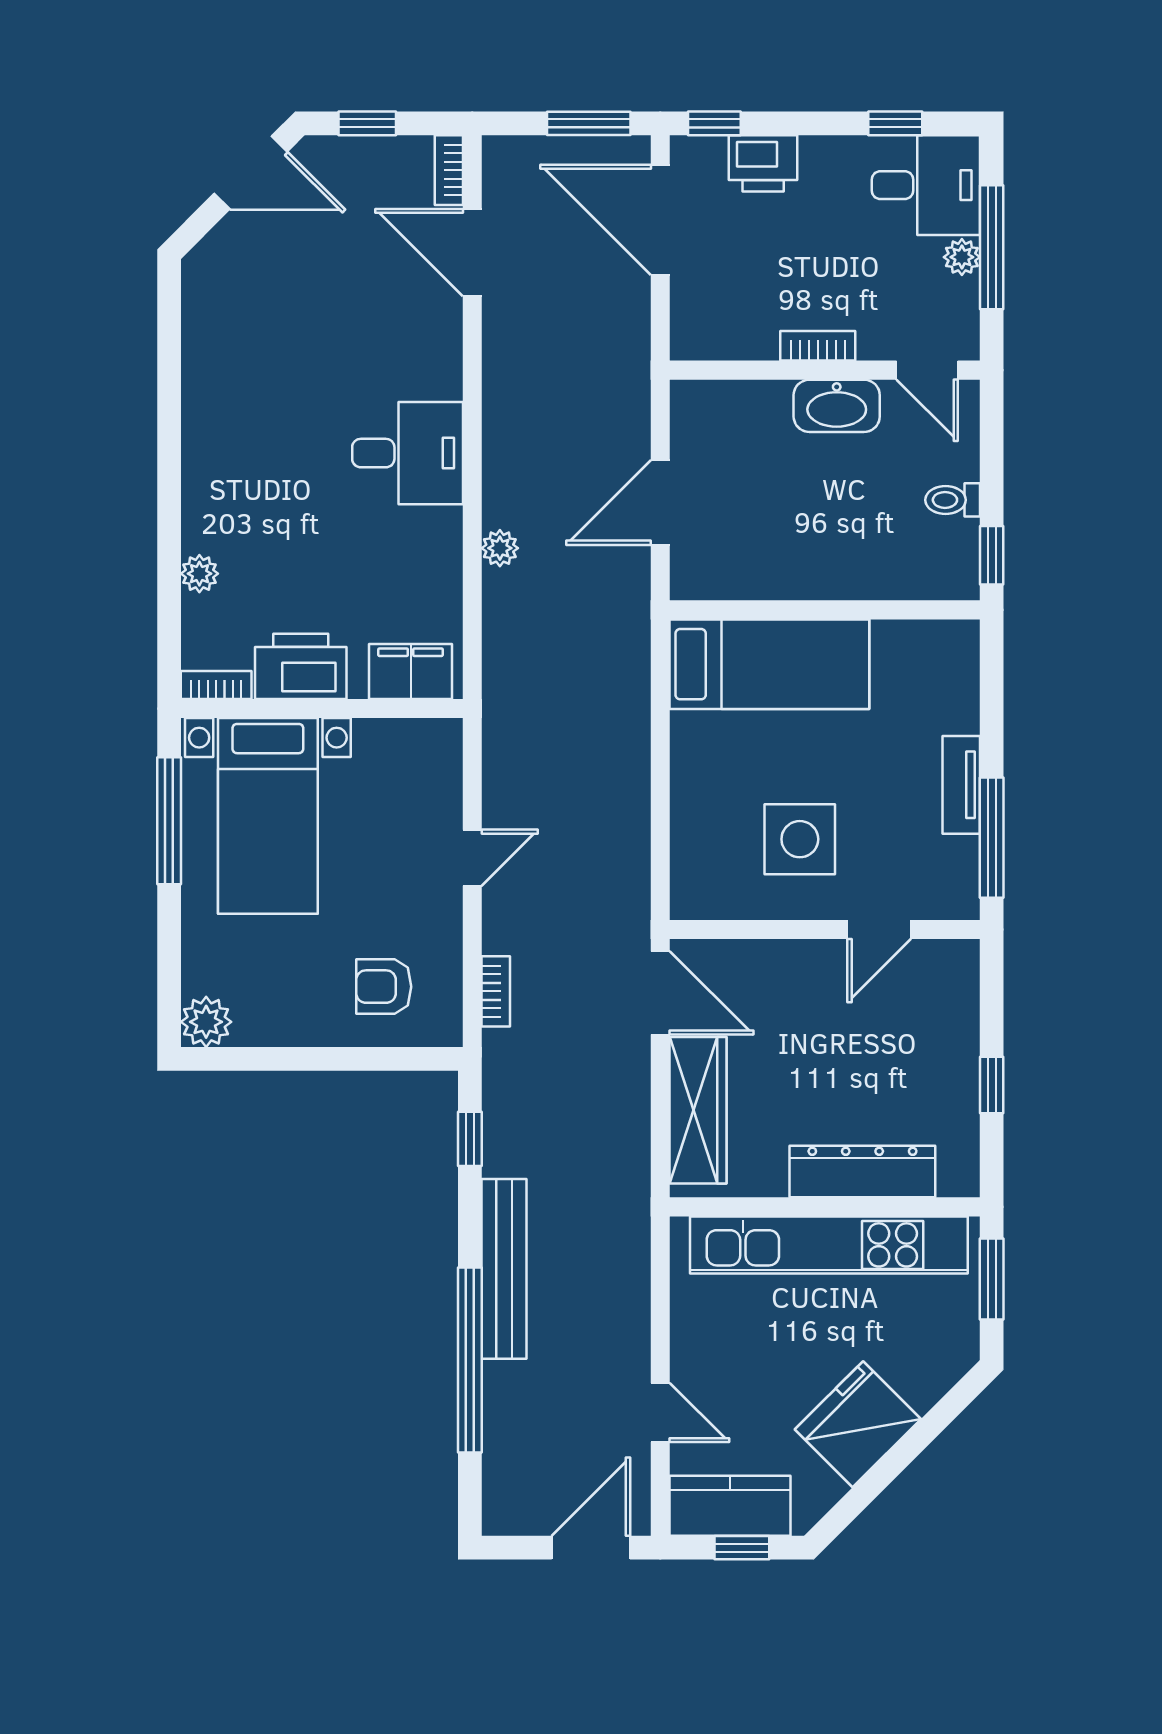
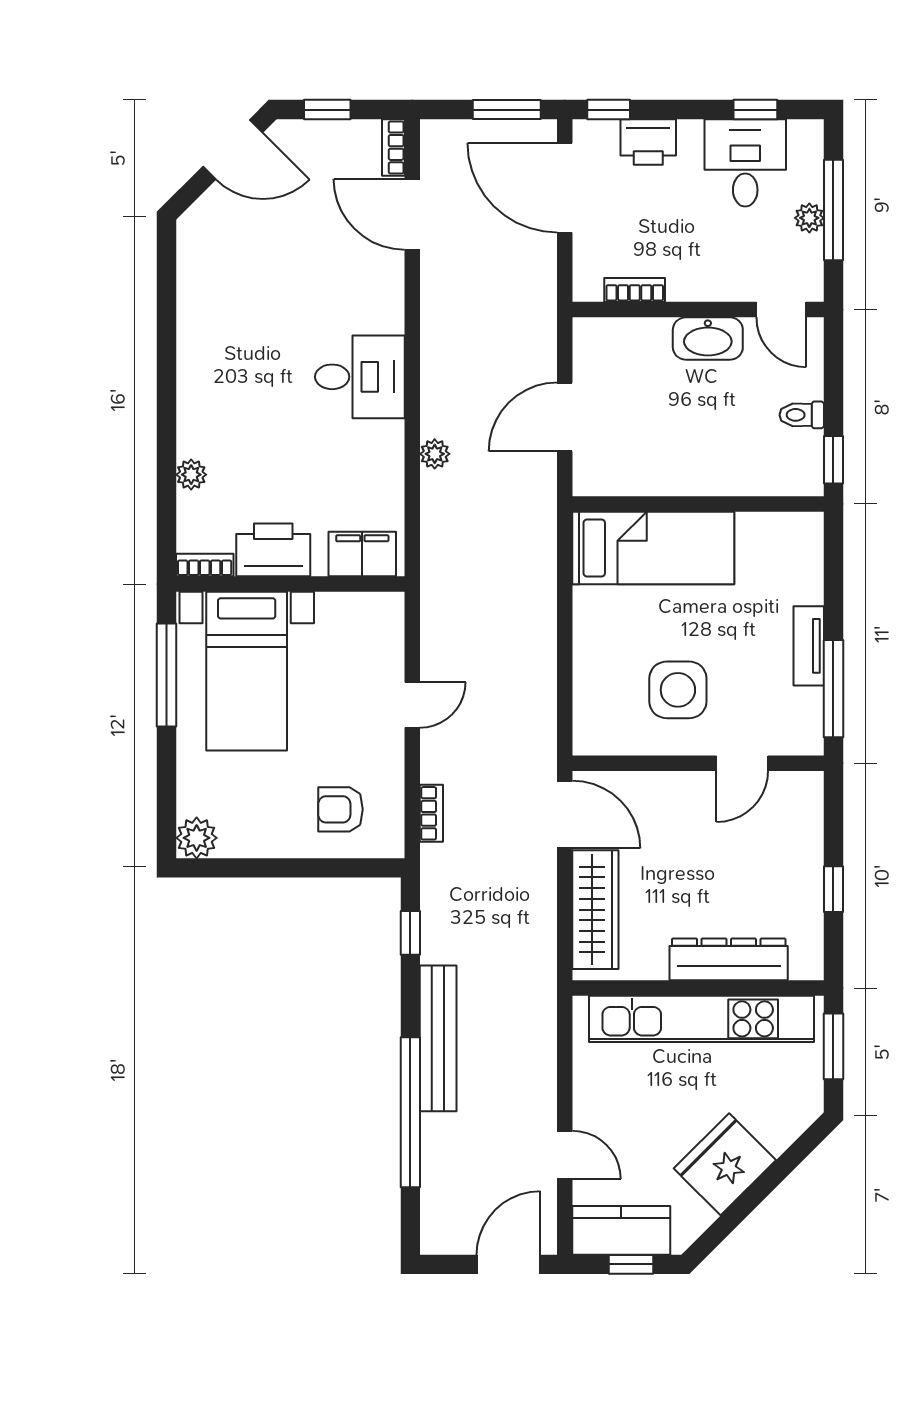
desk: (926, 185) -> (745, 163), moved, turned -90
bookcase: (818, 346) -> (635, 290), moved

